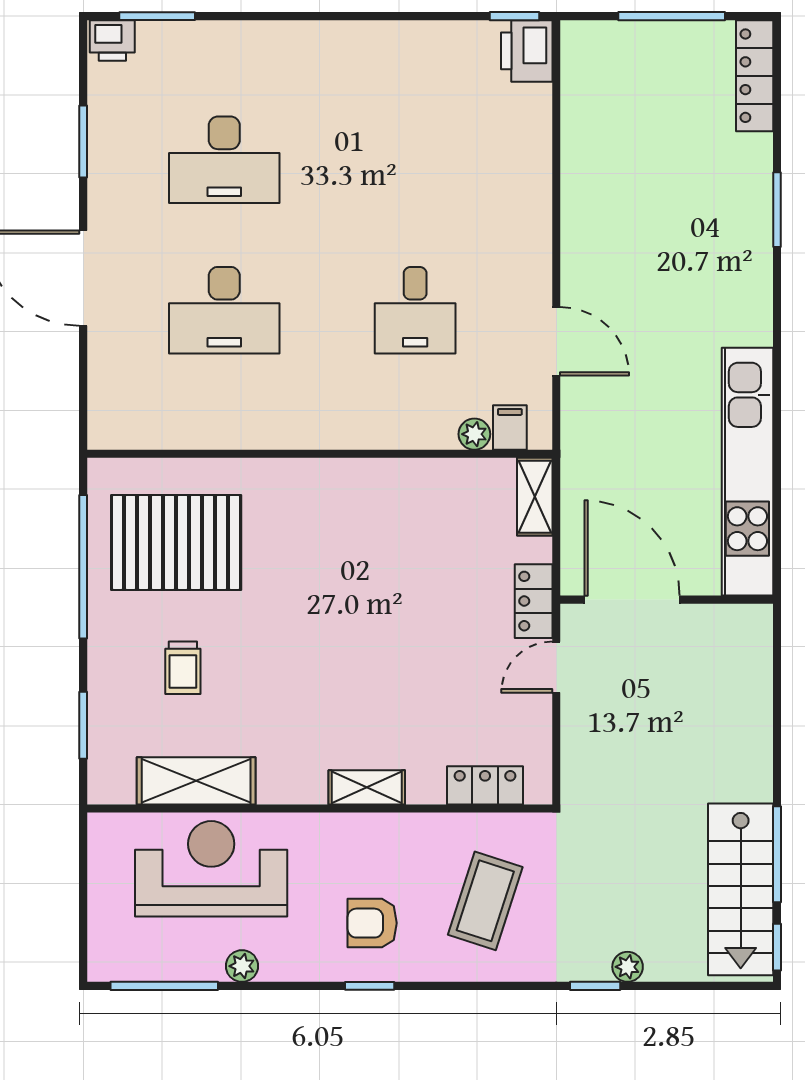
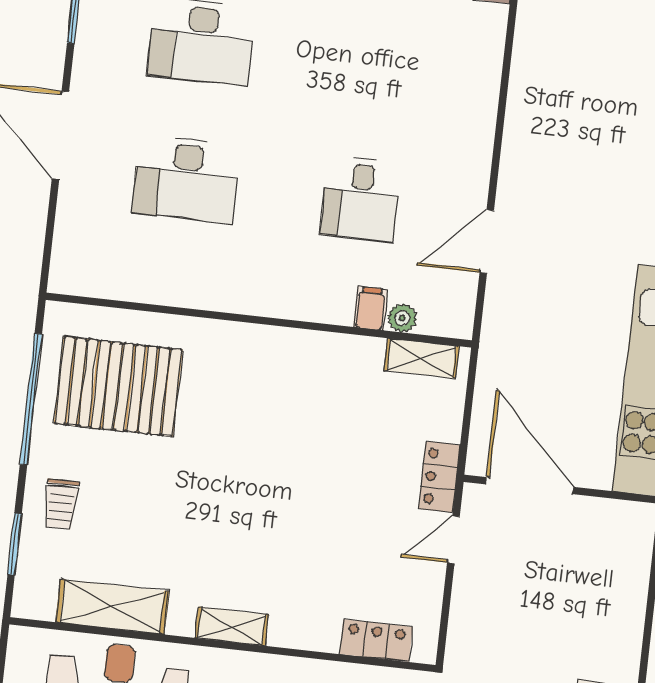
door: (556, 341) -> (487, 242), swing flipped
filing cabinet: (510, 427) -> (370, 308), moved
shelving: (535, 497) -> (422, 358), moved, turned 90
trolley: (183, 668) -> (61, 504), moved
shelving: (367, 787) -> (232, 626), moved

